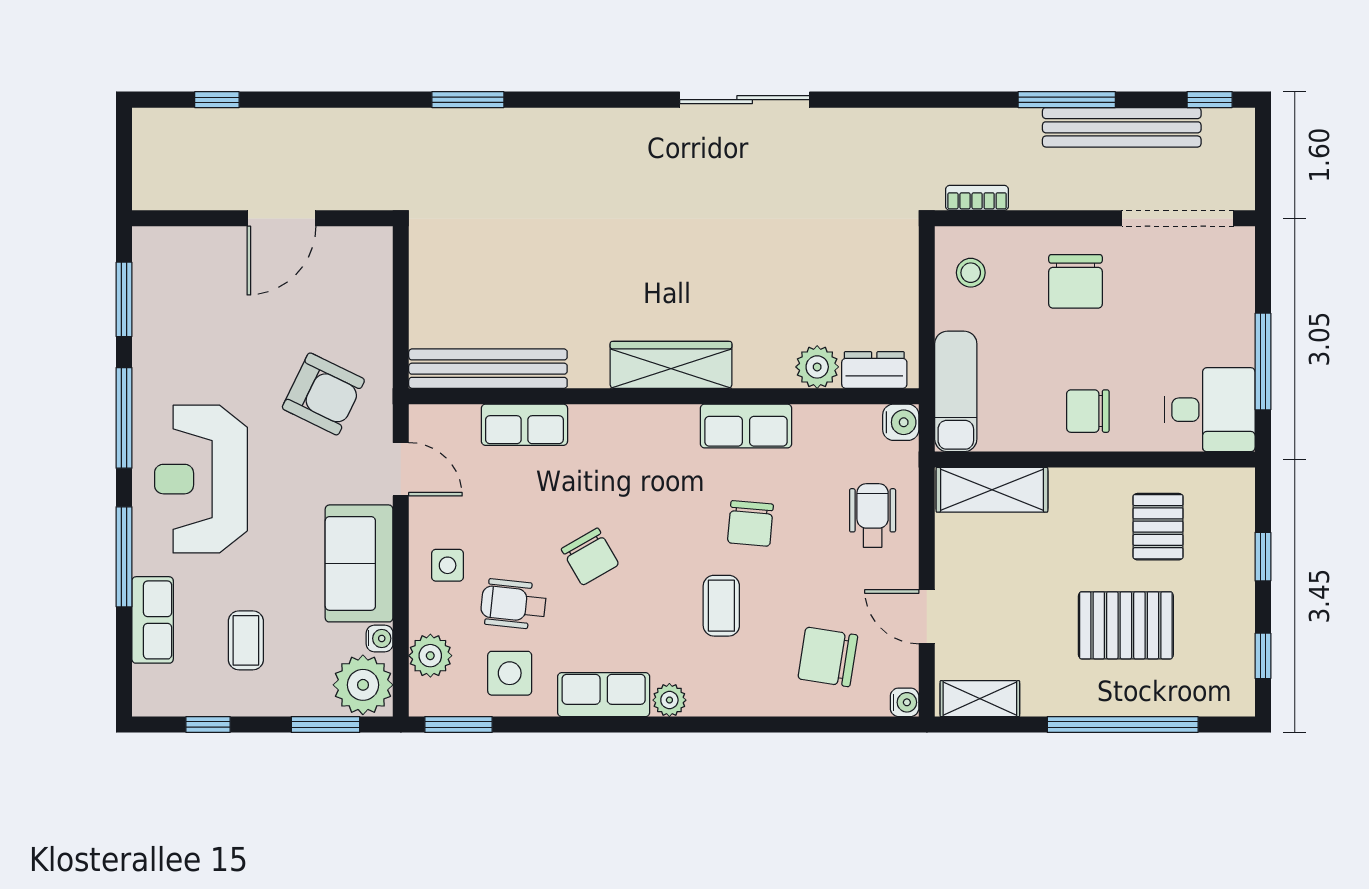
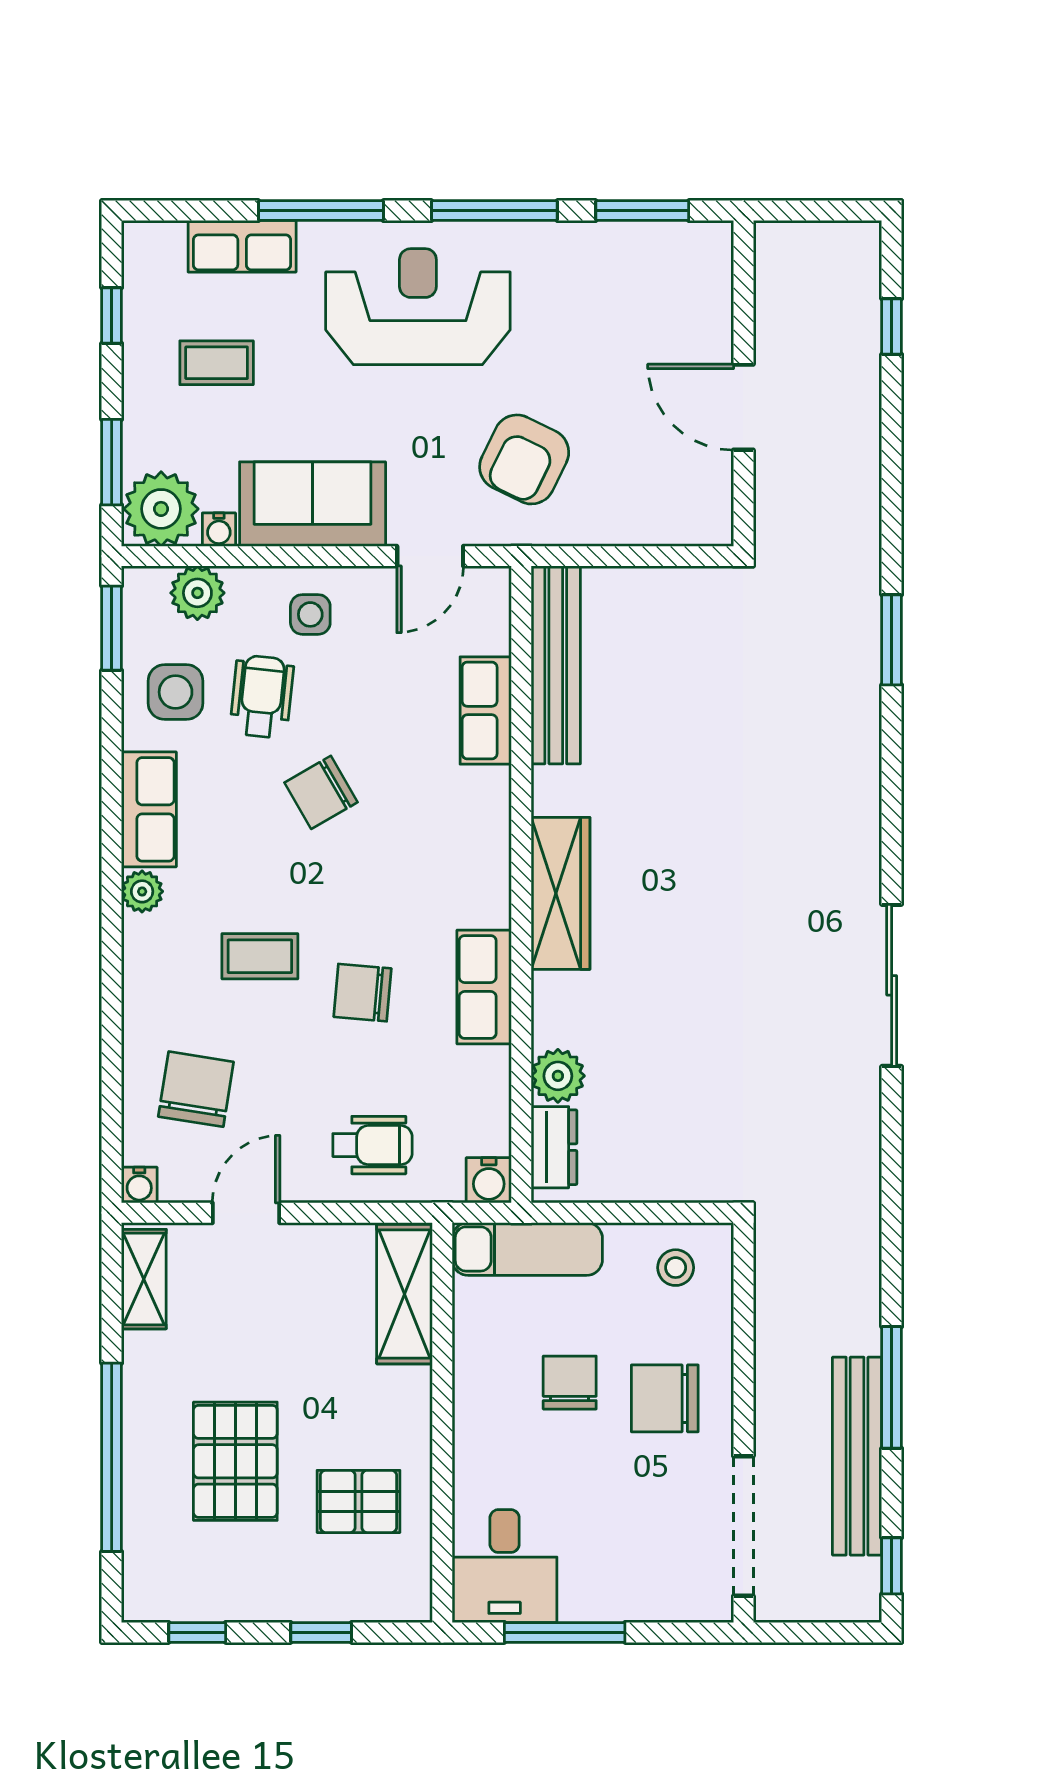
bookcase: (977, 198) -> (769, 1275), removed
chair: (1088, 411) -> (570, 1383), moved

